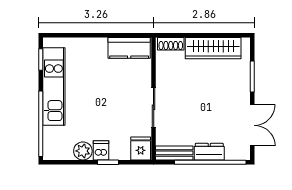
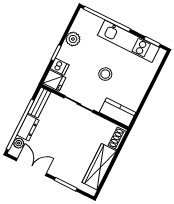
kitchen counter: (129, 48) -> (118, 112), moved, turned 90
stool: (104, 94) -> (105, 74), added
double door: (252, 125) -> (31, 167), swing flipped
dishwasher: (101, 150) -> (60, 67), moved
plant: (232, 153) -> (19, 143), added

